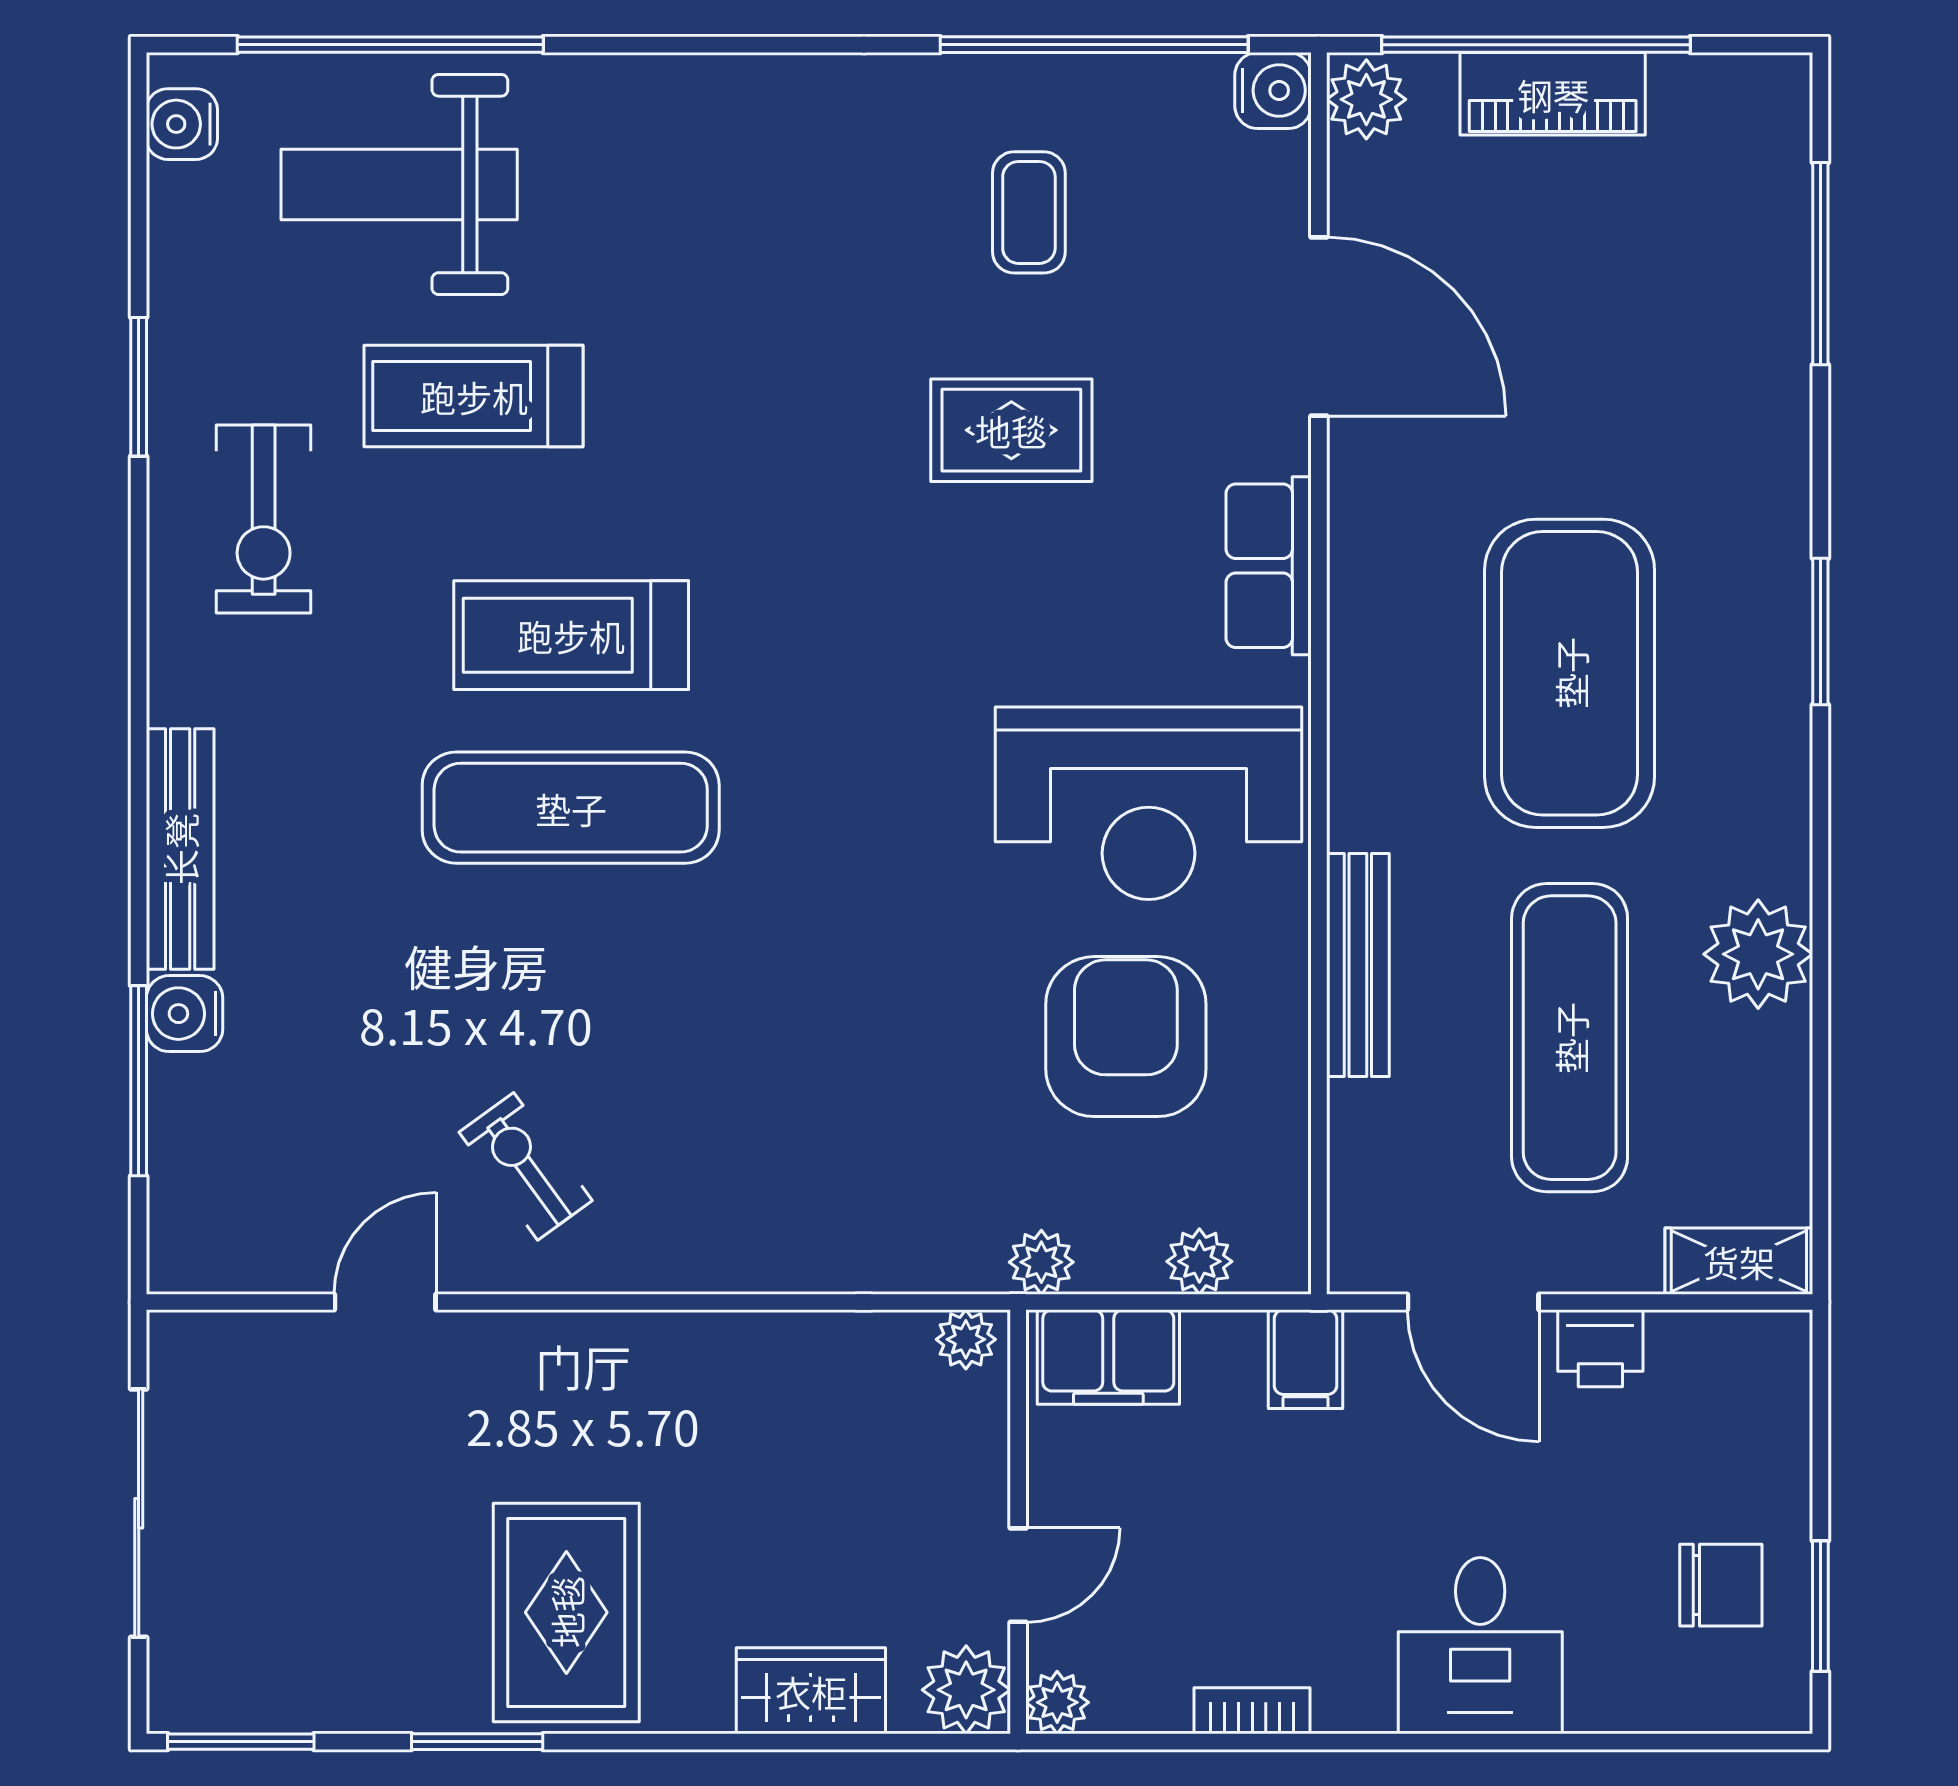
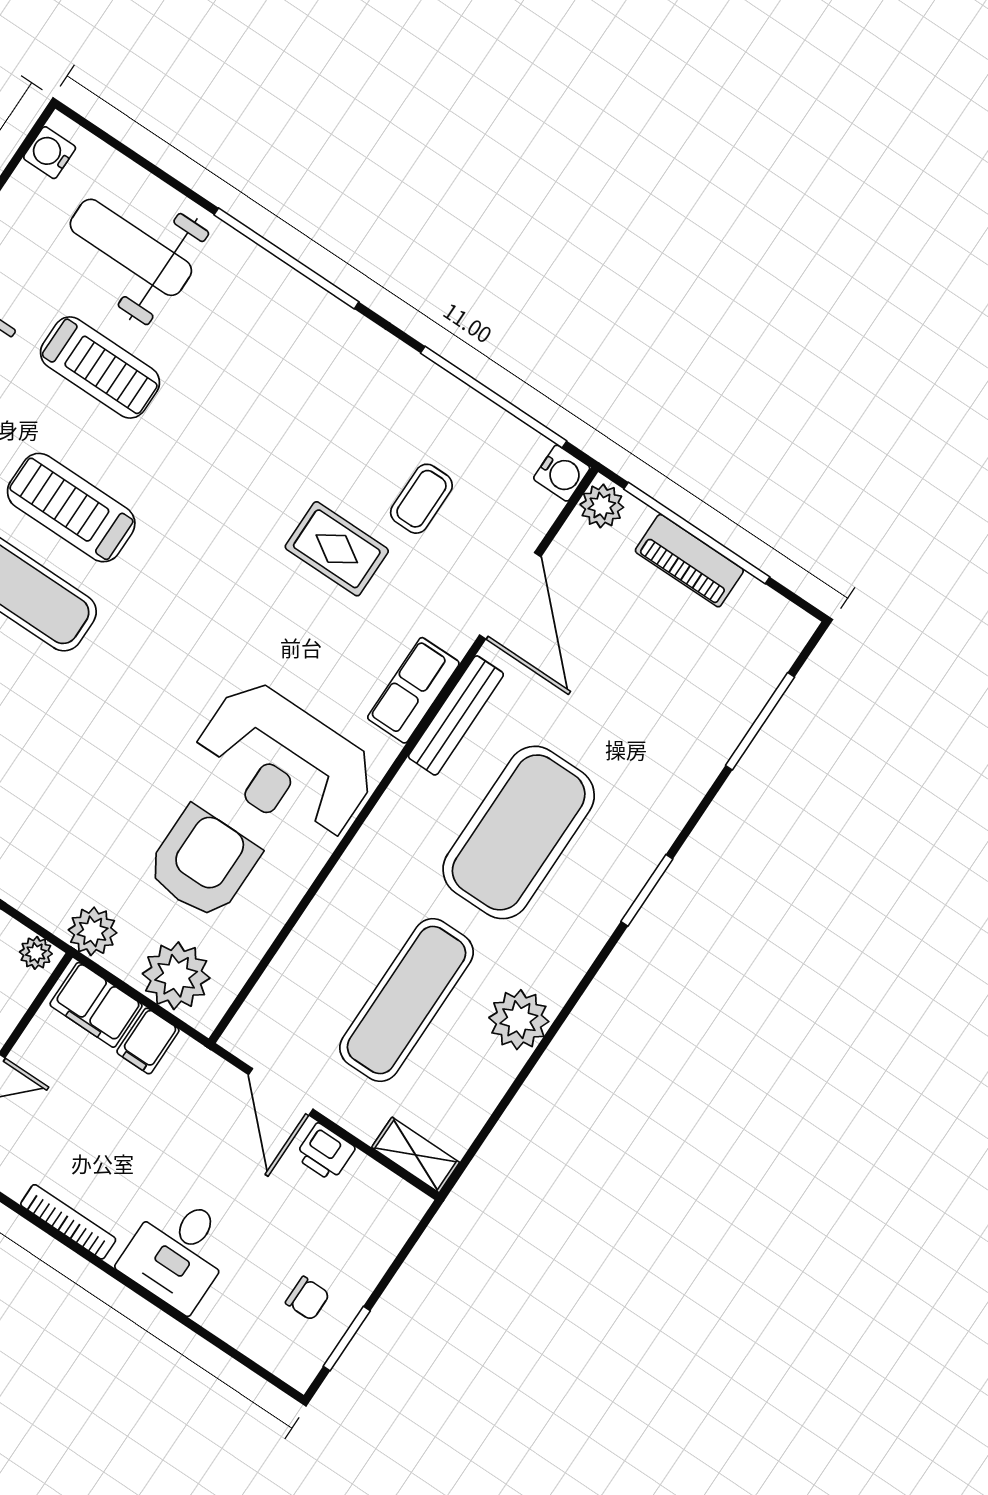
window: (390, 45) -> (287, 258), moved
coffee table: (1029, 212) -> (421, 499), moved
treadmill: (474, 396) -> (100, 368), turned 180
bench: (1358, 965) -> (456, 715), moved
plant: (1199, 1261) -> (176, 976), width x1.87, depth x1.87
plant: (1041, 1262) -> (93, 931), width x1.38, depth x1.38
filing cabinet: (1306, 1359) -> (148, 1041), moved
chair: (1721, 1585) -> (308, 1298), width x0.73, depth x0.73
bookcase: (1252, 1711) -> (68, 1222), width x1.56

